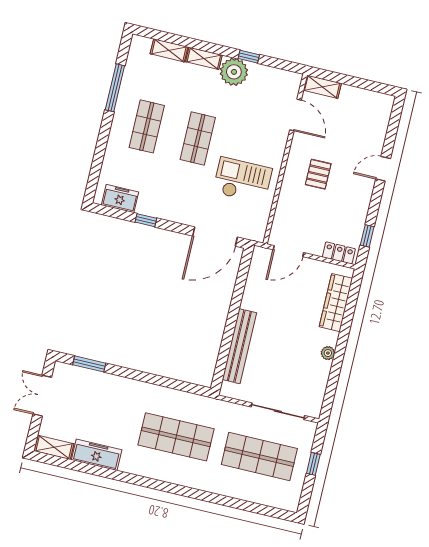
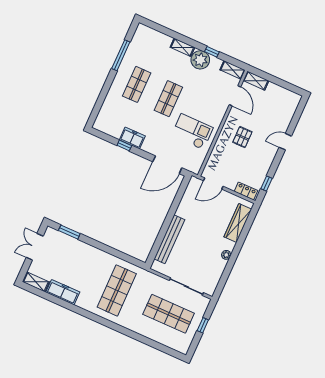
shelving: (169, 50) -> (233, 70), moved
freezer: (120, 198) -> (132, 138), moved
shop shelf: (176, 437) -> (117, 290), turned 90

